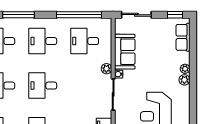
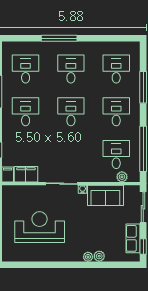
row of seats: (183, 37) -> (133, 238), moved, turned -90
plant: (106, 69) -> (122, 177), moved
plant: (184, 80) -> (99, 256), moved

